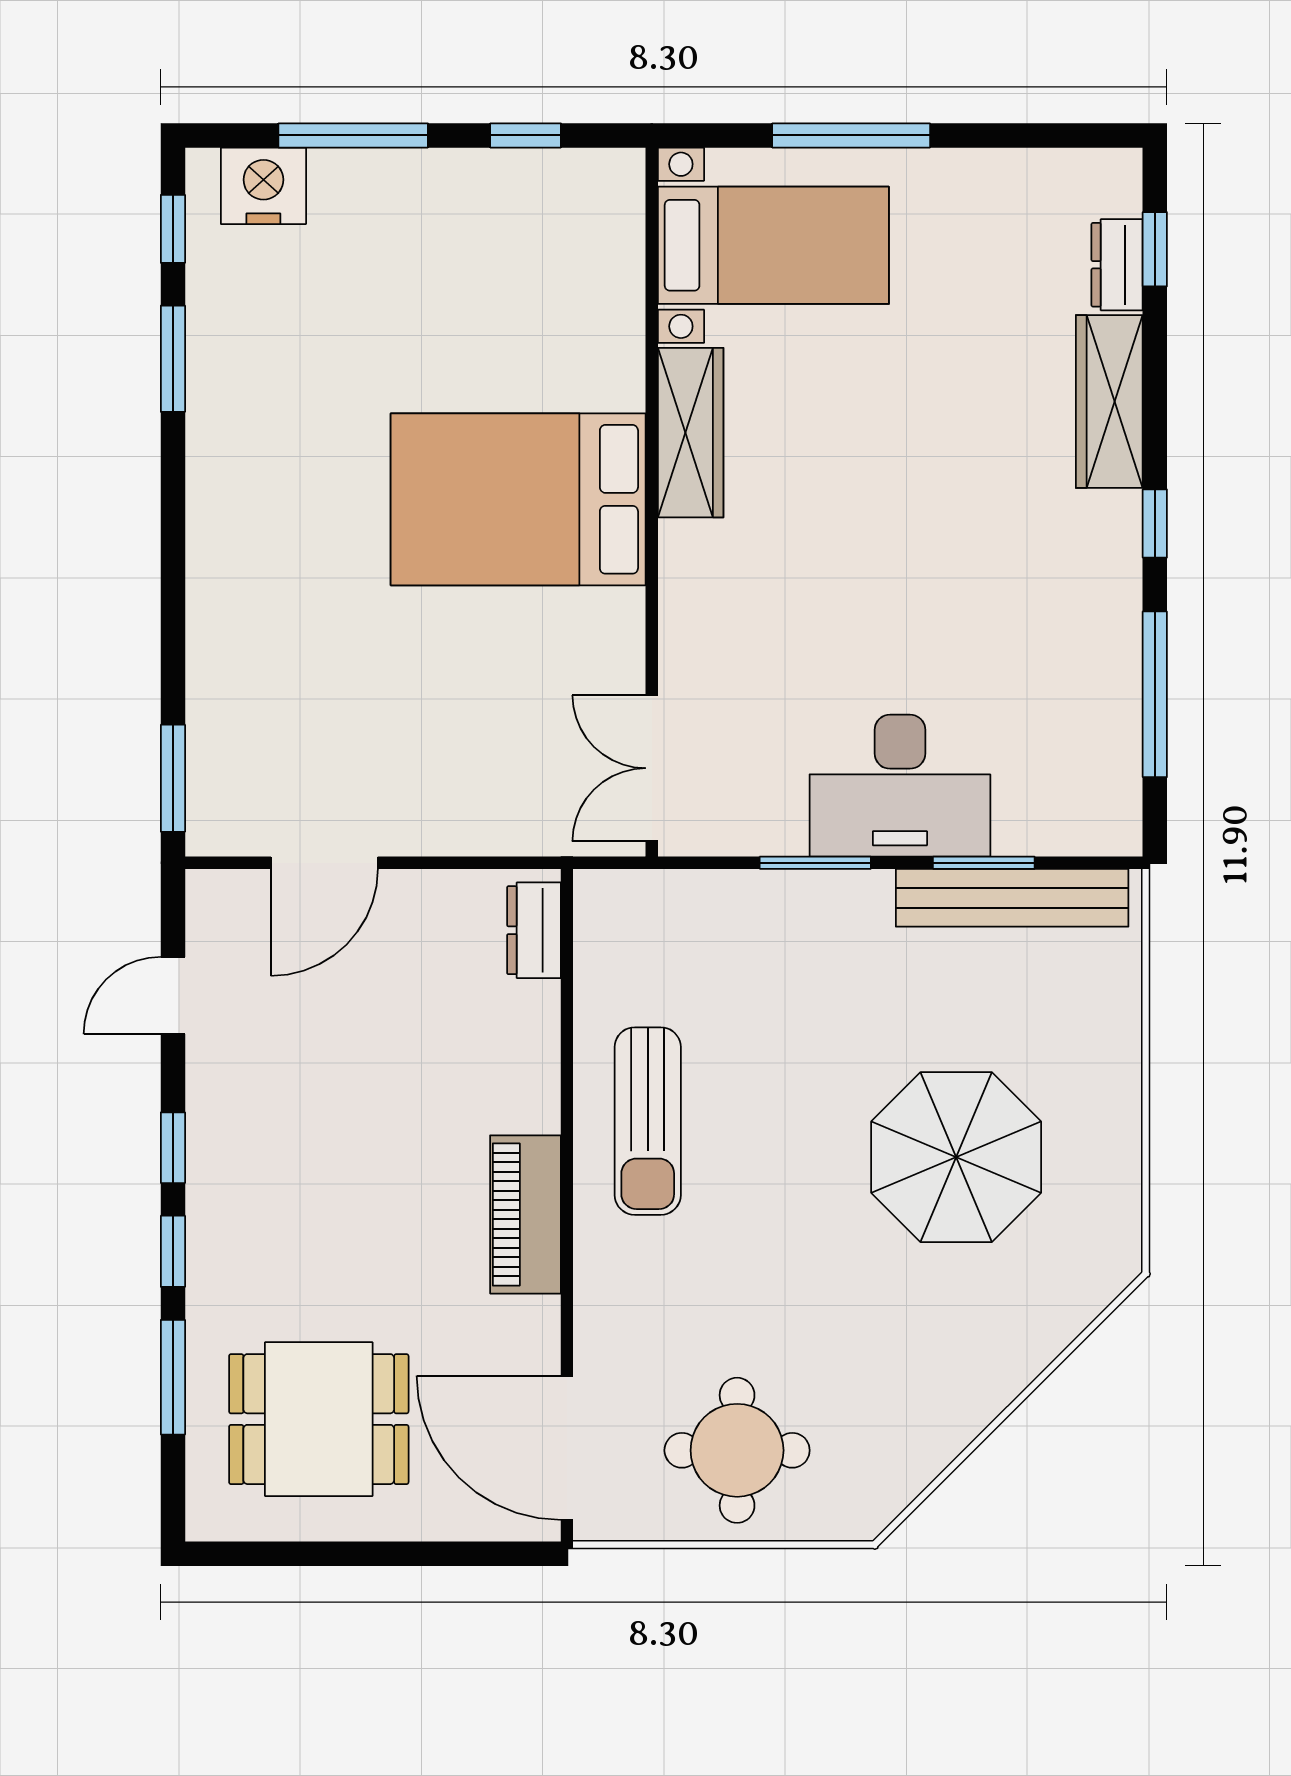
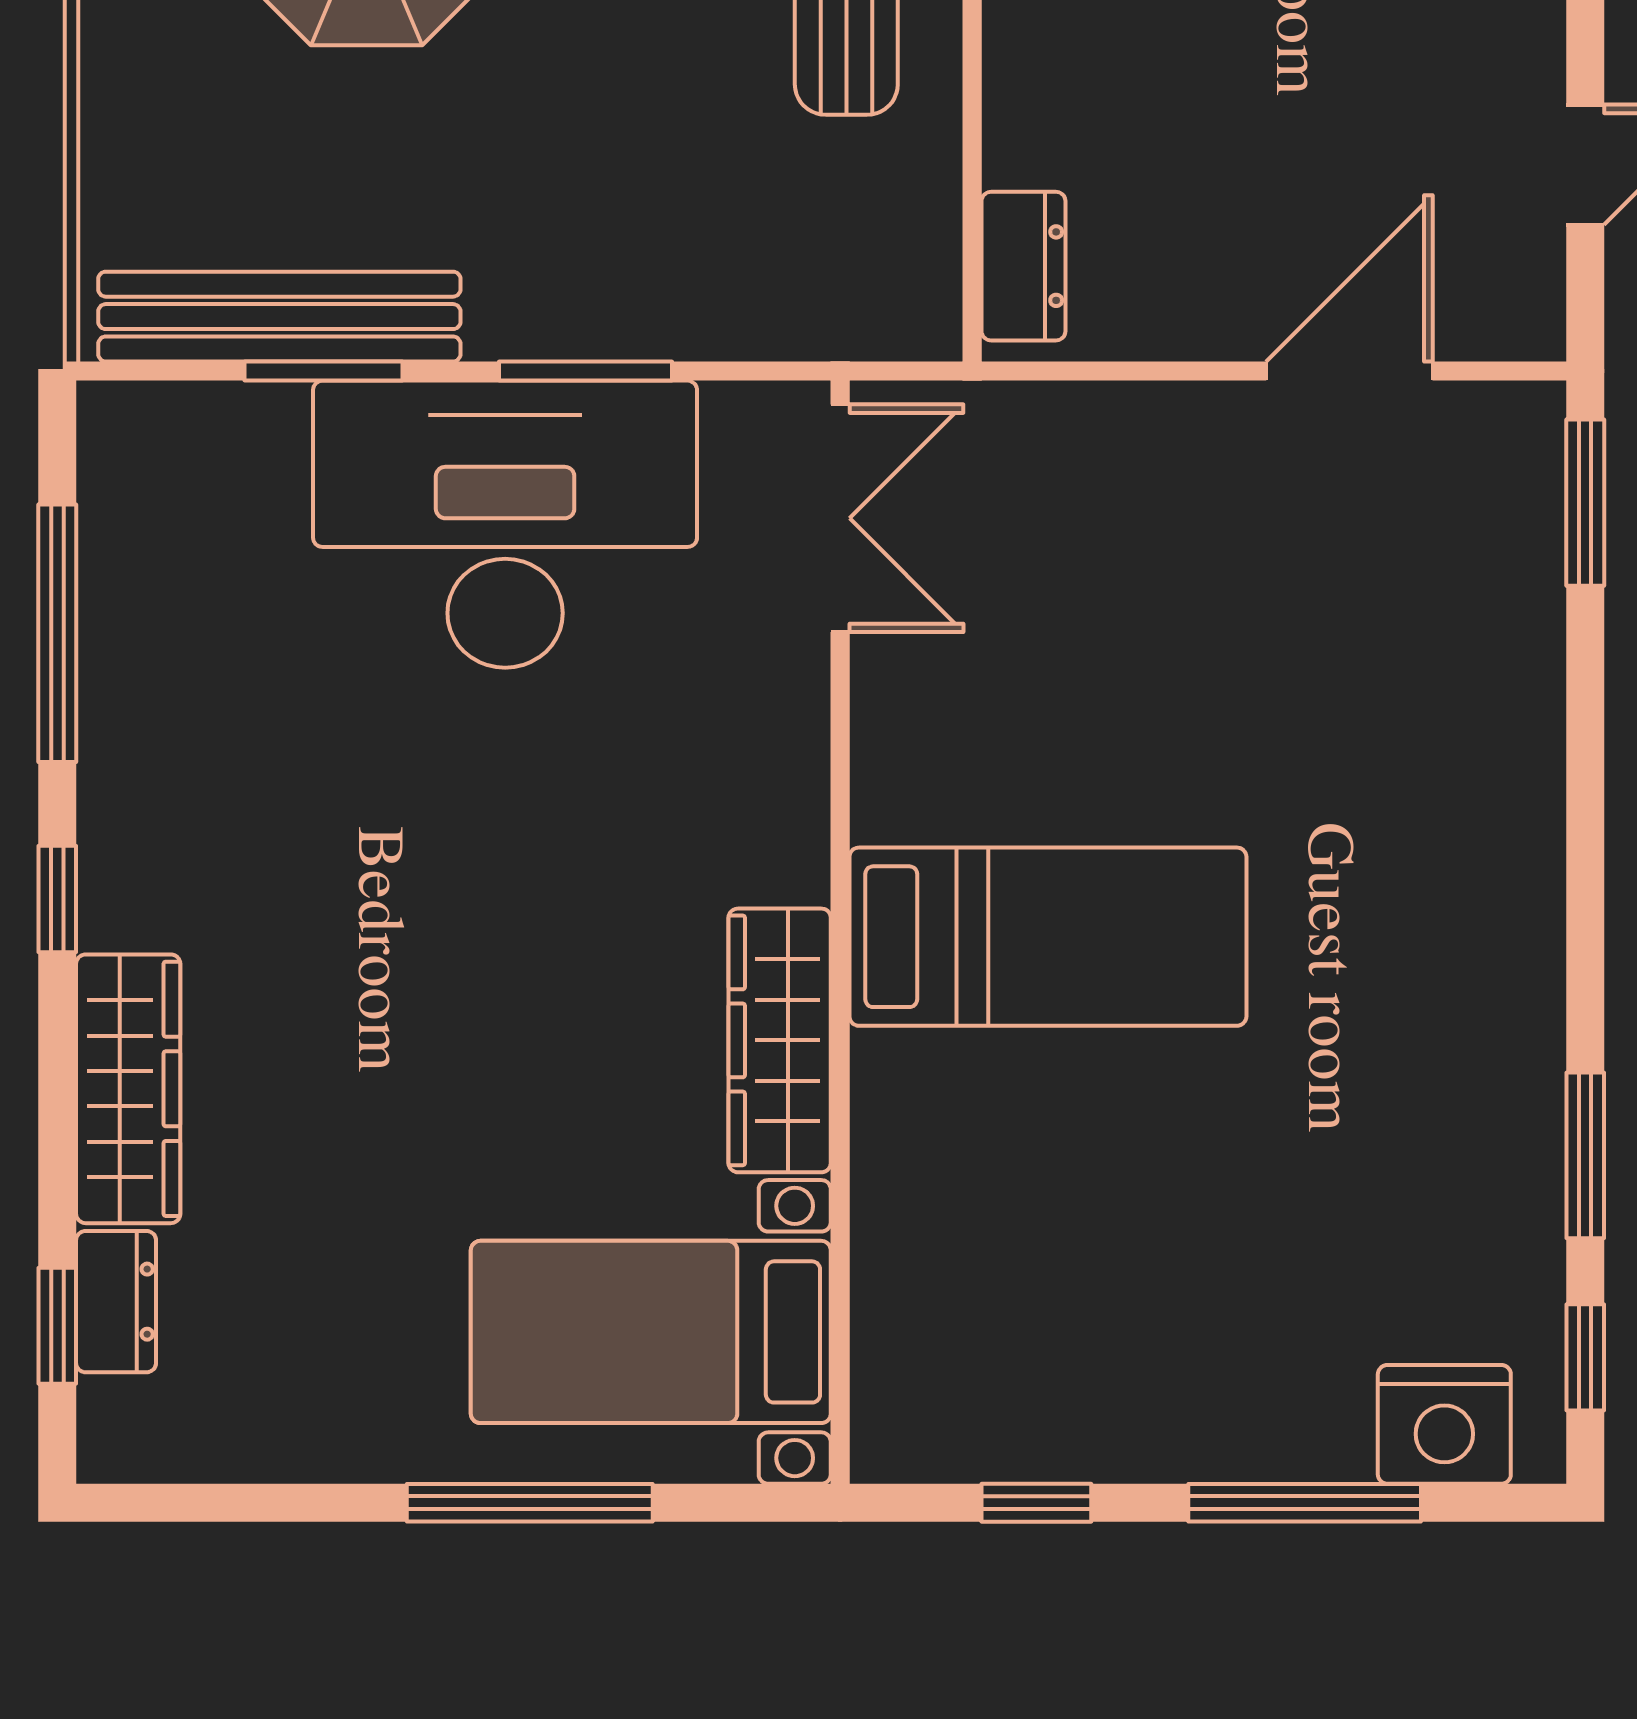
bed: (518, 499) -> (1048, 937), width x0.67
desk: (900, 786) -> (505, 524), width x1.36, depth x1.30

